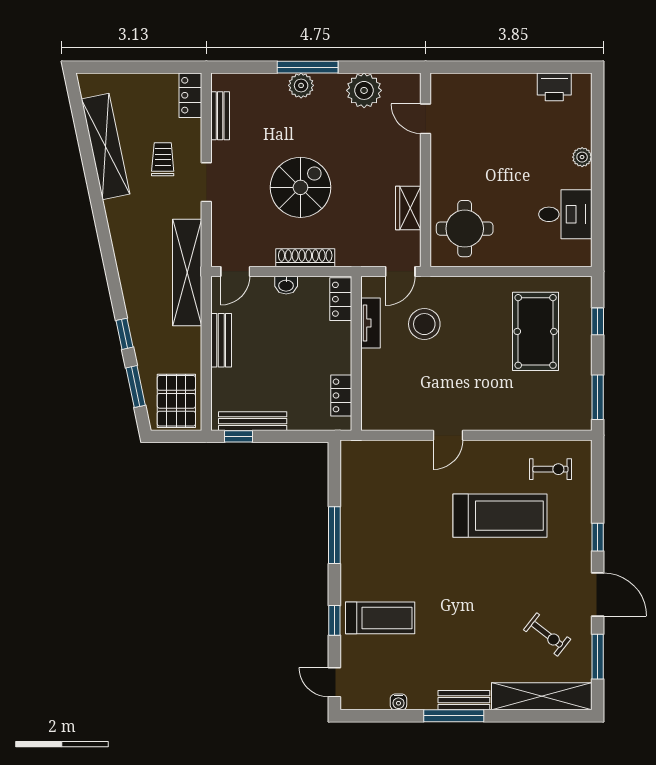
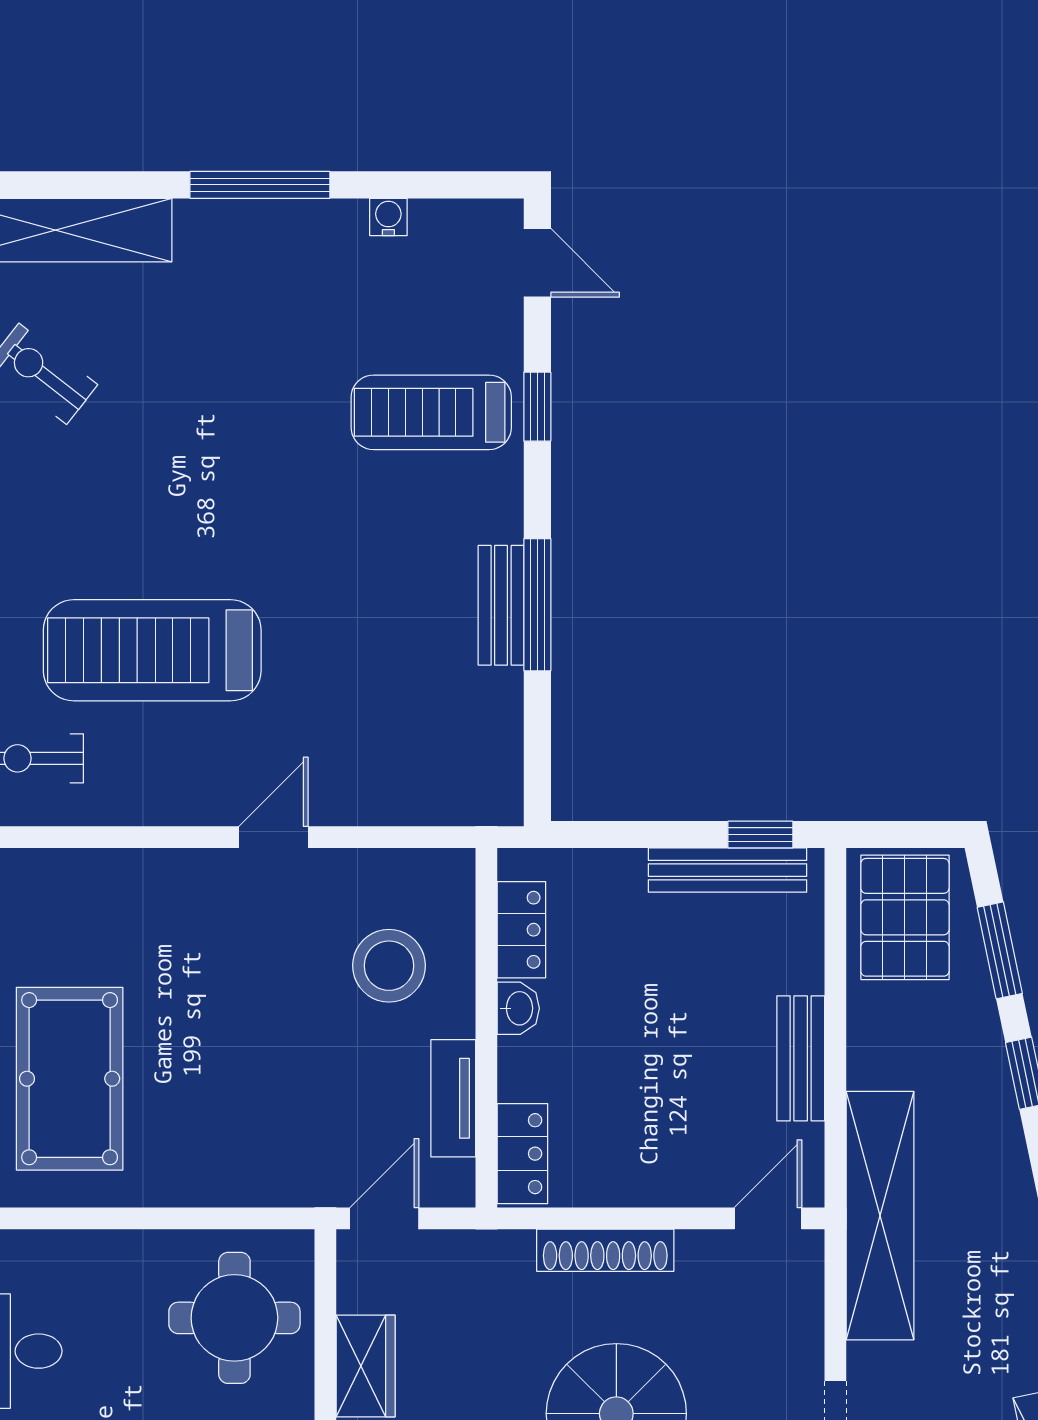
washbasin: (286, 285) -> (518, 1008), moved, turned 90
stool: (424, 324) -> (389, 966), moved
bench: (464, 700) -> (501, 605), moved, turned 90

